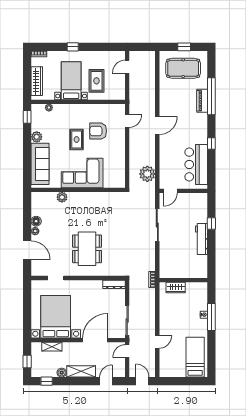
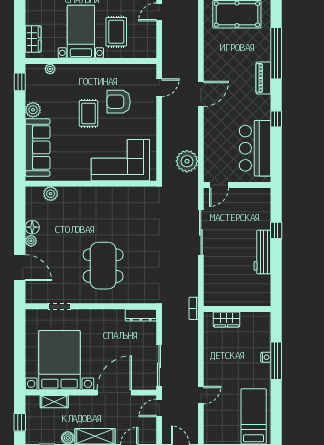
wardrobe: (37, 81) -> (33, 39), width x0.67
piano: (202, 101) -> (263, 78), moved
corner sofa: (82, 173) -> (120, 160), moved
plant: (62, 197) -> (51, 194), moved

